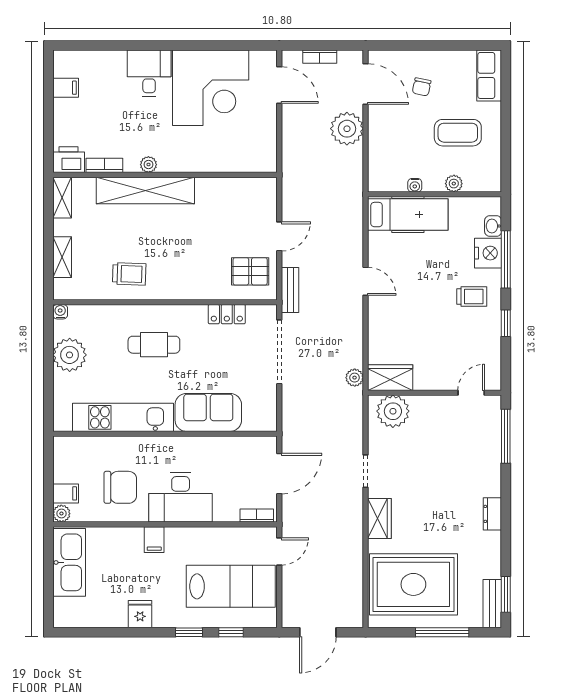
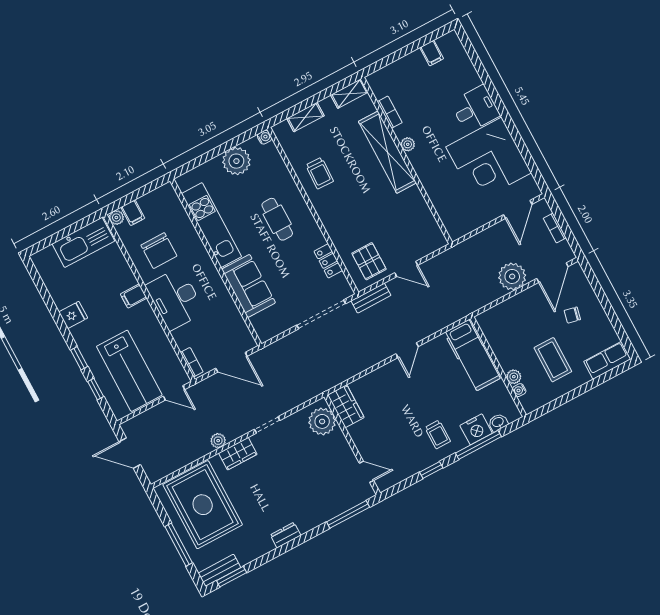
printer: (69, 160) -> (380, 84), removed
water cooler: (415, 185) -> (519, 390), moved
plant: (355, 378) -> (218, 441), moved

